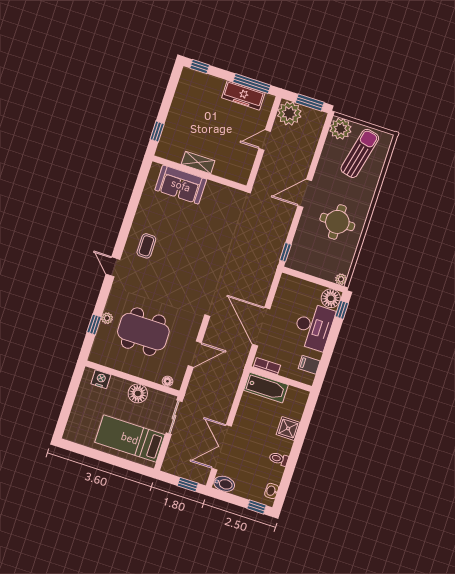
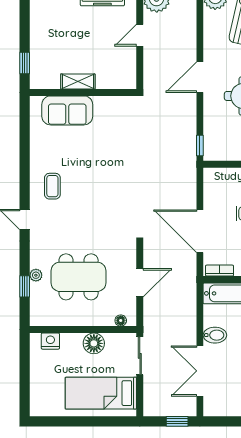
bidet: (224, 484) -> (215, 335), moved

